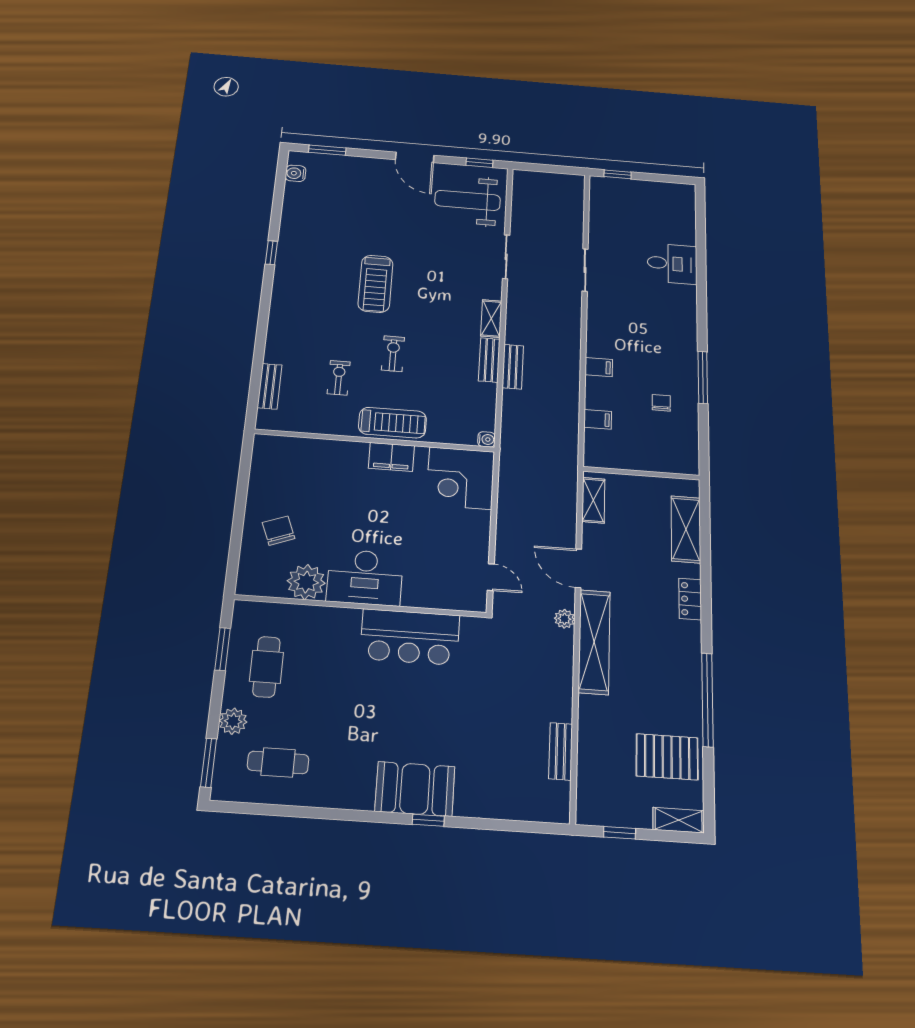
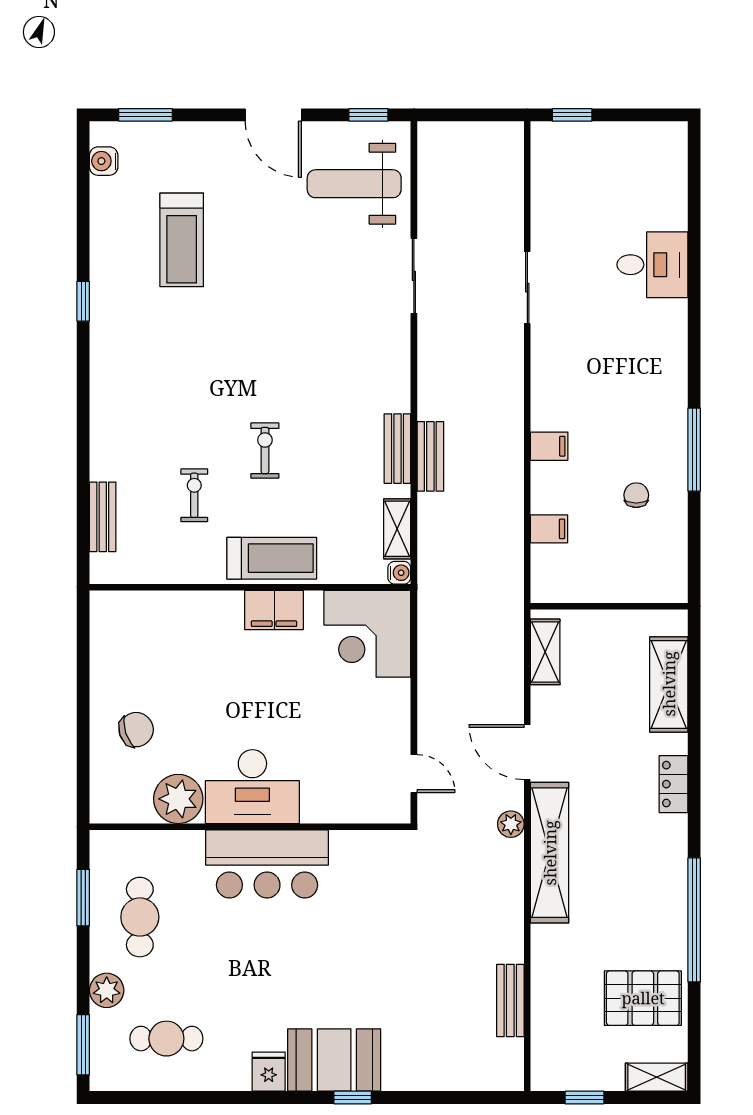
treadmill: (375, 284) -> (182, 240), moved
shelving: (491, 319) -> (397, 529), moved
chair: (279, 531) -> (136, 730), turned 93
bar counter: (410, 637) -> (267, 864), moved
fridge: (360, 795) -> (269, 1072), added

